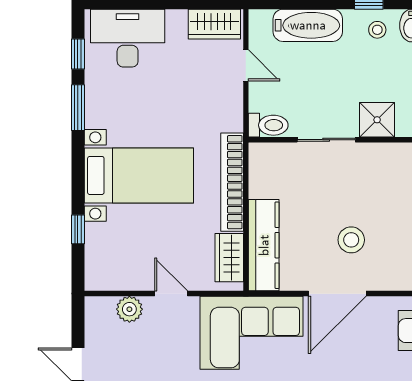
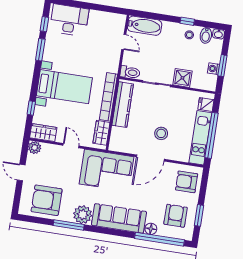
wardrobe: (214, 24) -> (43, 133), moved, turned 180
bathtub: (308, 25) -> (145, 26), moved
kitchen counter: (264, 245) -> (123, 105), moved
plant: (129, 309) -> (35, 148), moved

